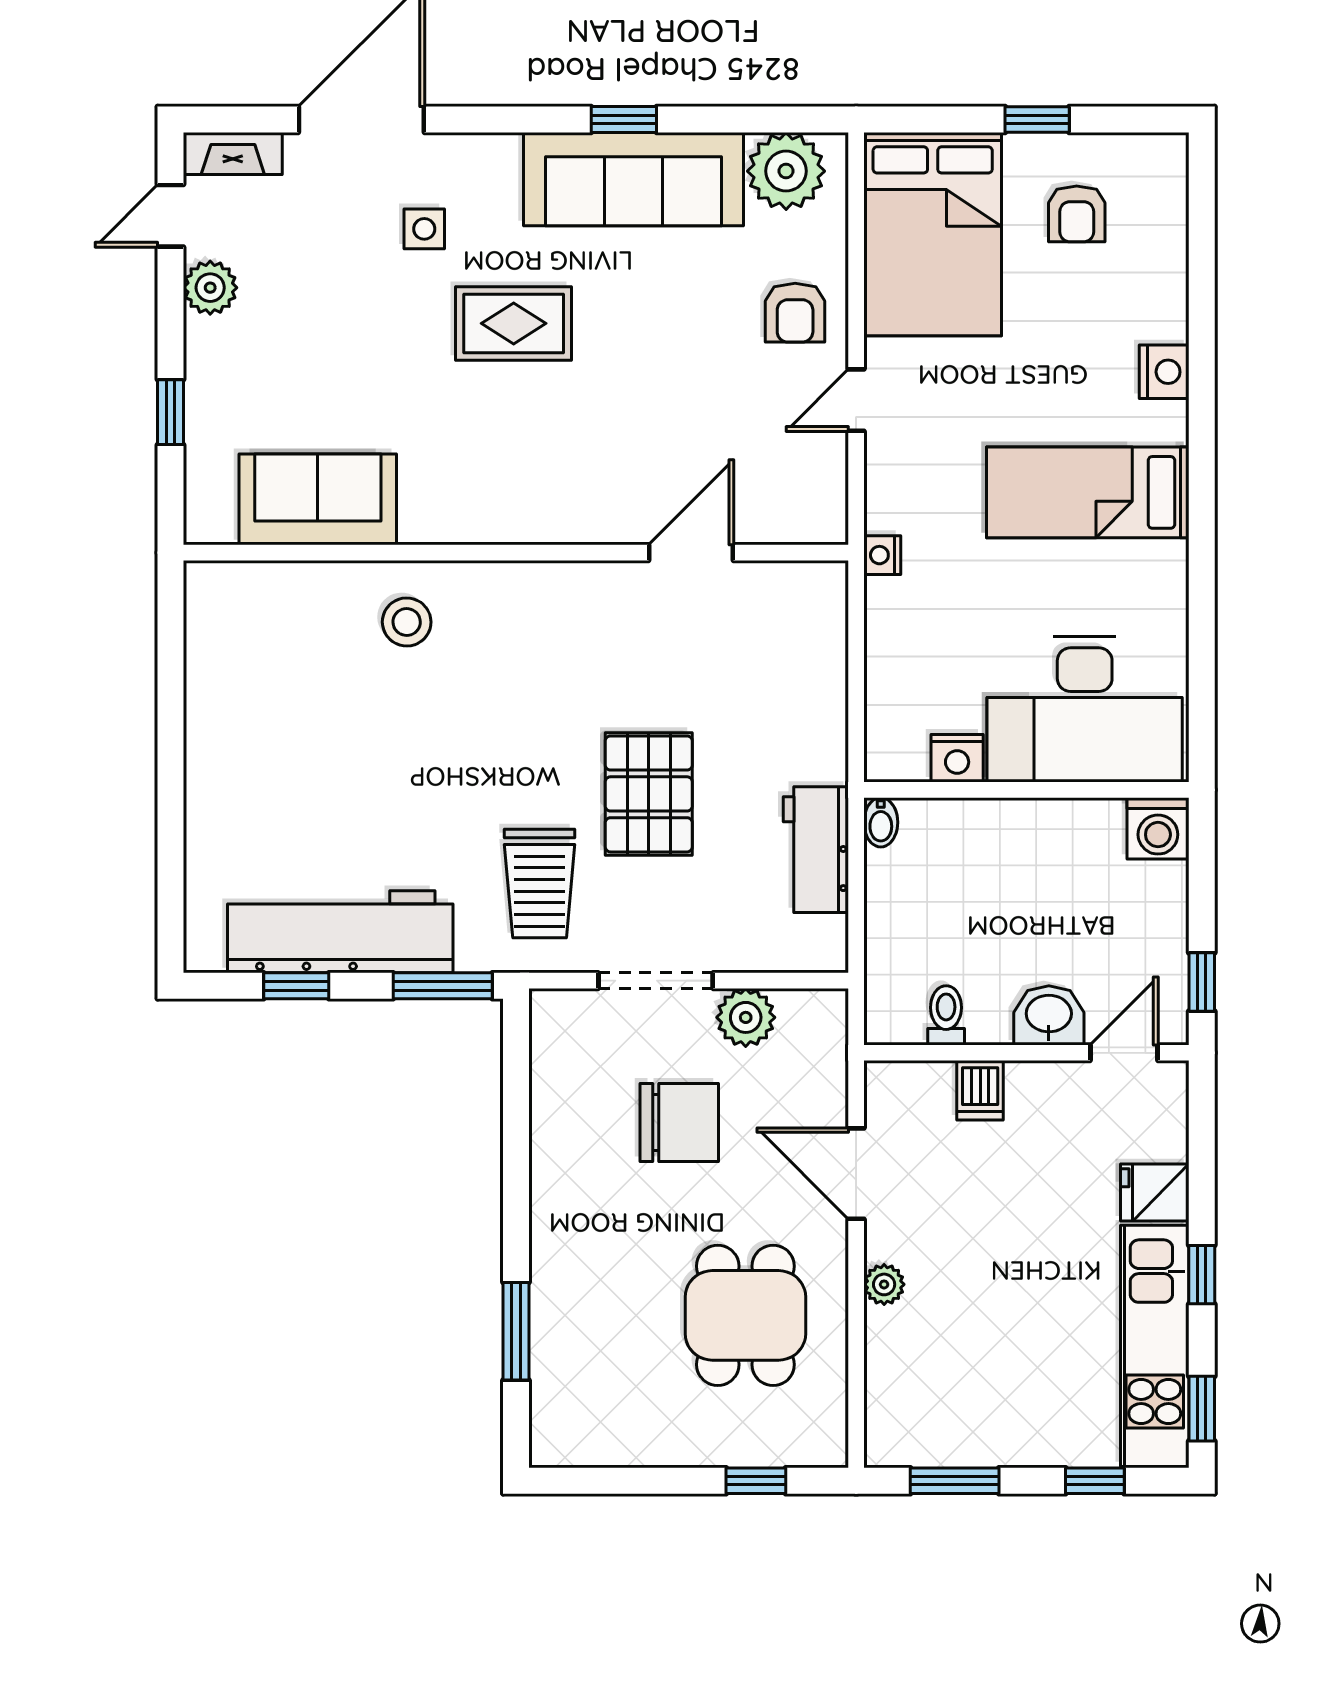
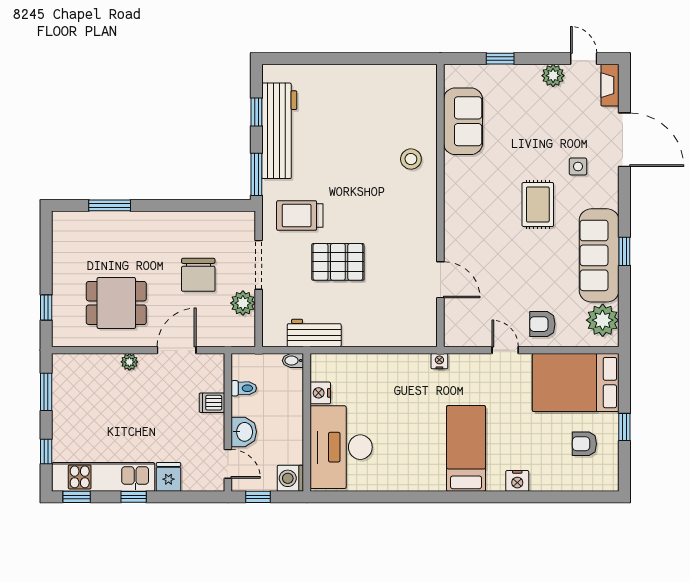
desk: (1085, 709) -> (341, 447), moved
nightstand: (957, 758) -> (320, 393), moved
wall: (1026, 790) -> (307, 422), moved
bidet: (881, 822) -> (293, 361), moved
washing machine: (1158, 828) -> (290, 478), moved

